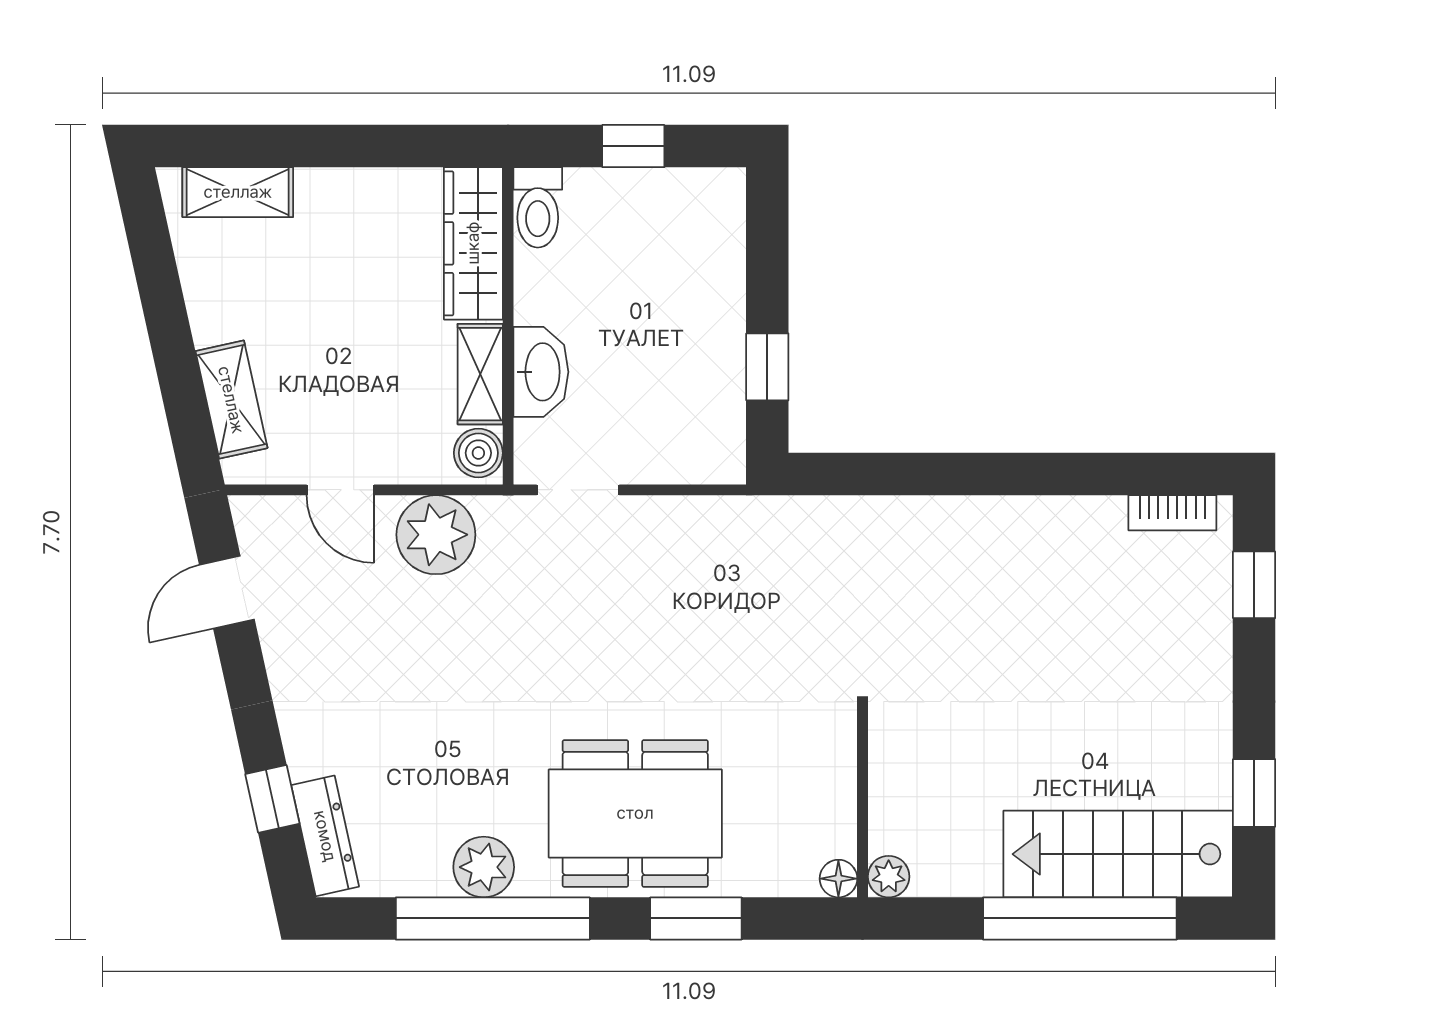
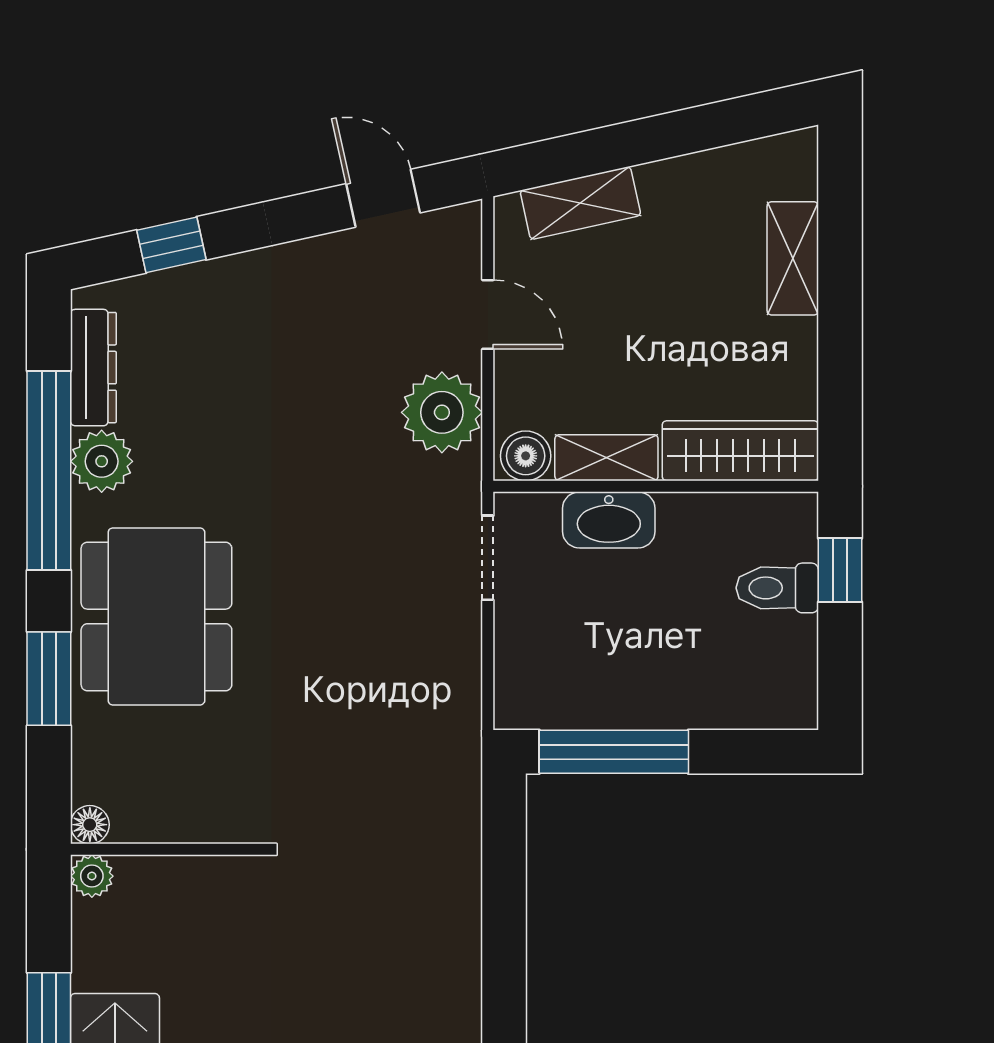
window: (633, 146) -> (840, 570), moved
shelving: (238, 192) -> (793, 258), moved
toilet: (538, 207) -> (777, 588), moved
window: (767, 367) -> (614, 752), width x2.17
door: (340, 490) -> (488, 315), swing flipped
dresser: (325, 836) -> (93, 368), moved, turned -78

